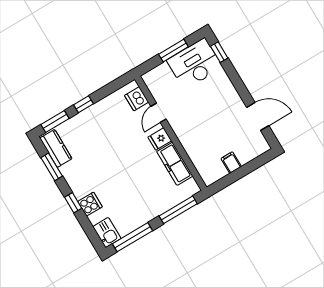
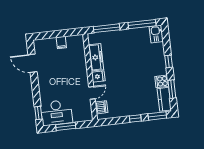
cooker: (90, 204) -> (162, 81), moved

